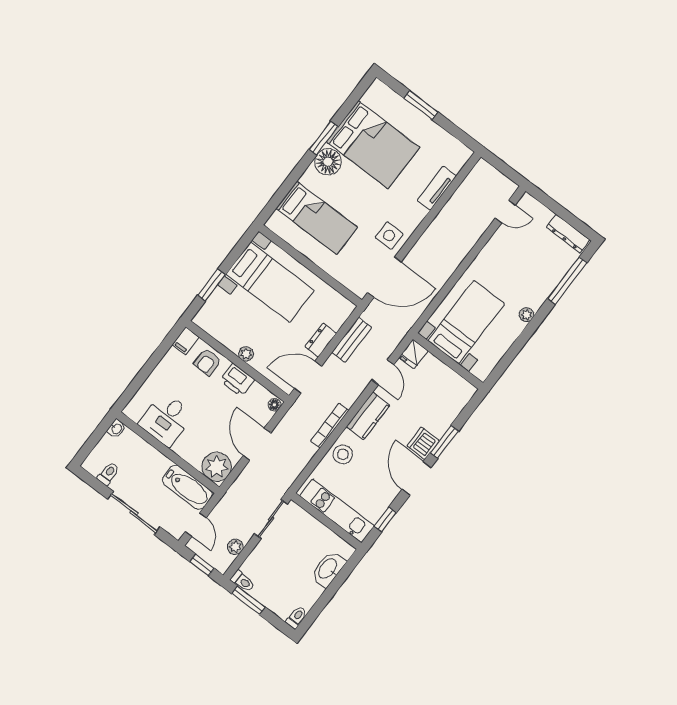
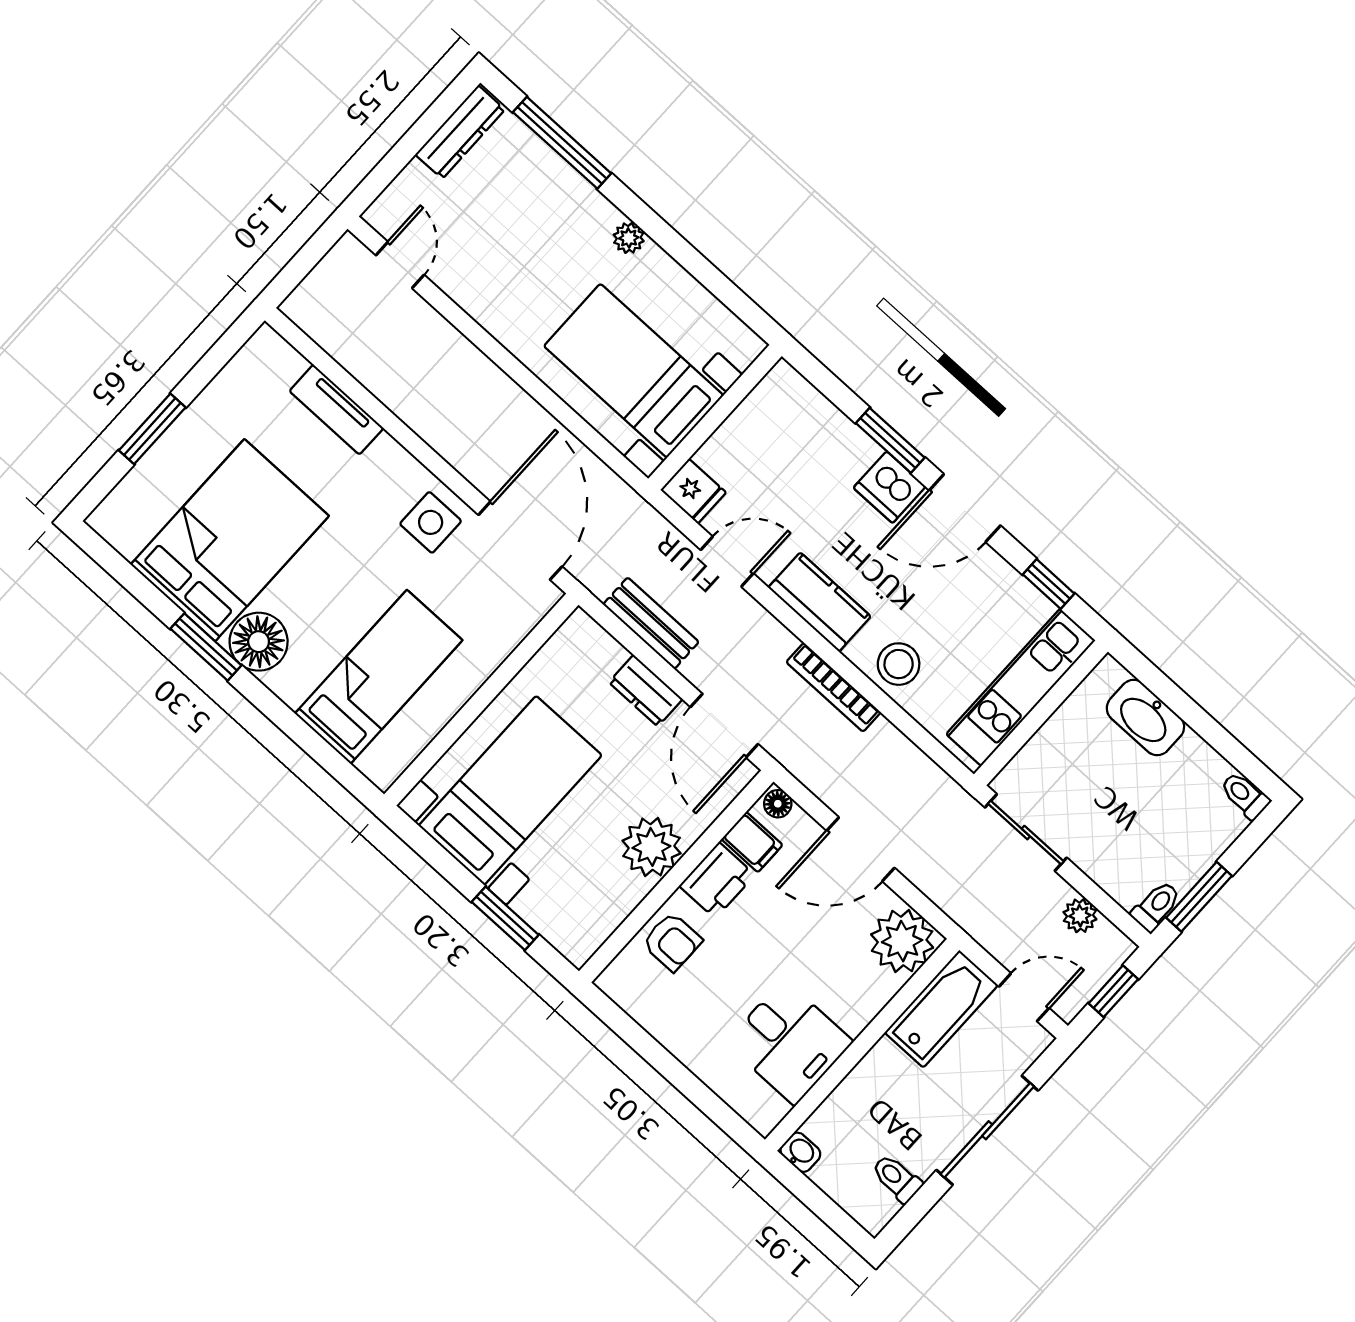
filing cabinet: (186, 341) -> (752, 842), moved
plant: (246, 354) -> (651, 847), width x1.88, depth x1.88

